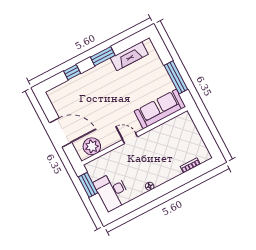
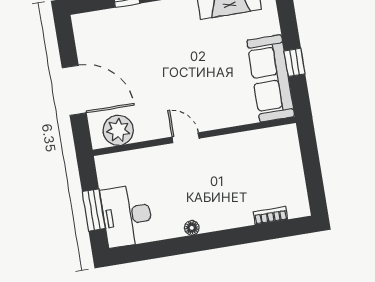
window: (176, 77) -> (295, 62), width x0.46
sofa: (160, 109) -> (271, 78), moved, turned -90
window: (88, 185) -> (94, 210), moved

